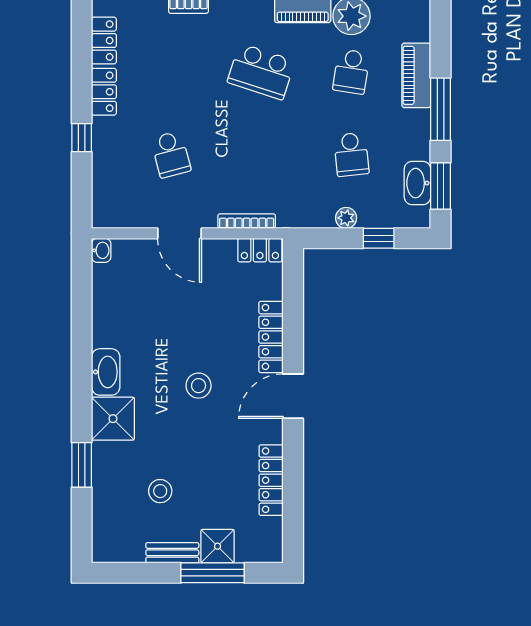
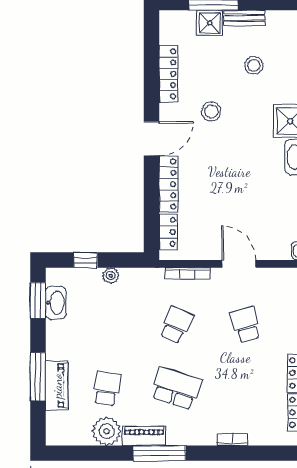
window: (441, 109) -> (38, 377), moved
school desk: (351, 154) -> (176, 325), moved, turned 30
locker: (260, 250) -> (168, 232), moved, turned 90
stool: (199, 386) -> (211, 111), moved

